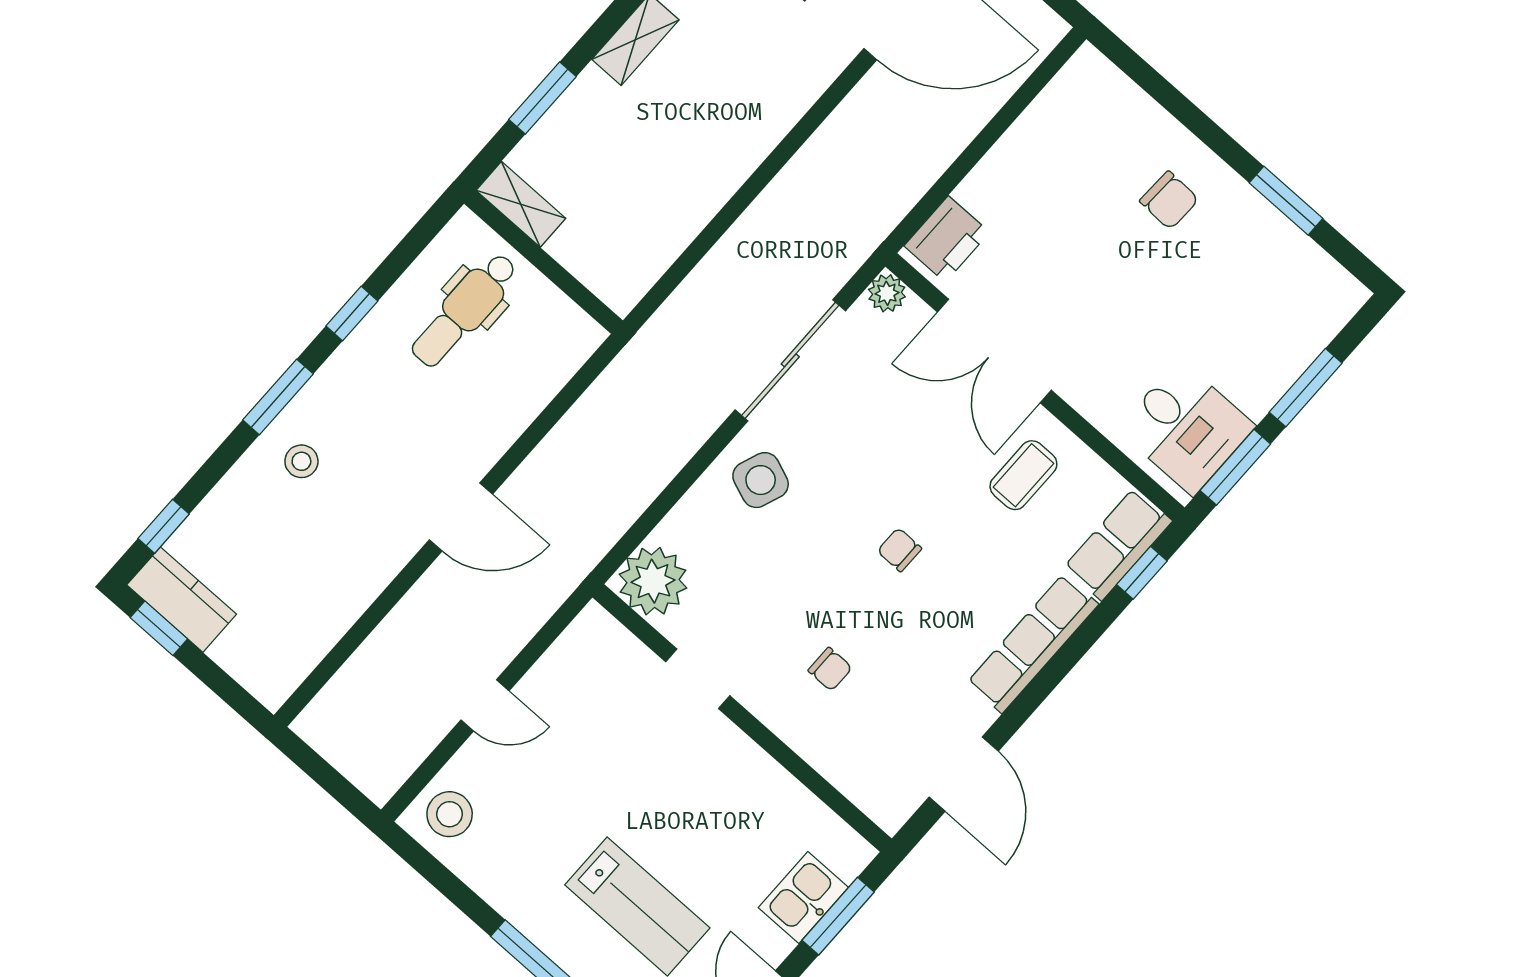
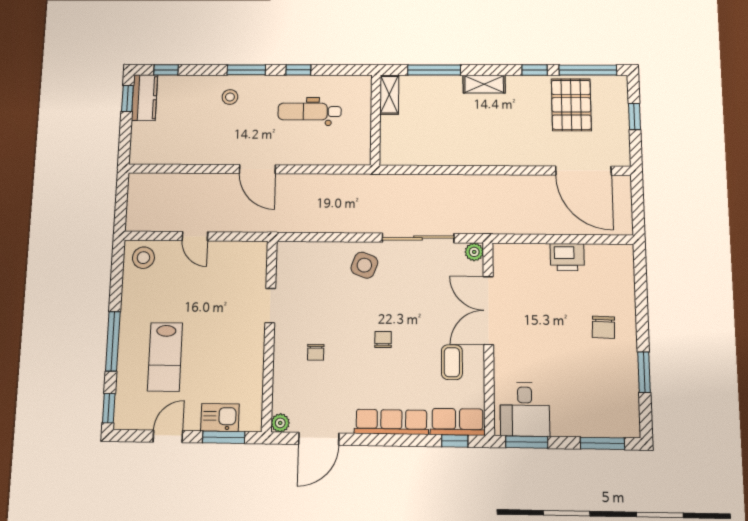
window: (543, 98) -> (434, 70), width x1.44
printer: (947, 239) -> (567, 257), moved
dental chair: (464, 310) -> (310, 112), moved
window: (1306, 388) -> (602, 443), moved
coffee table: (1023, 475) -> (452, 362), turned 90
plant: (653, 581) -> (280, 423), moved, width x0.53, depth x0.53

